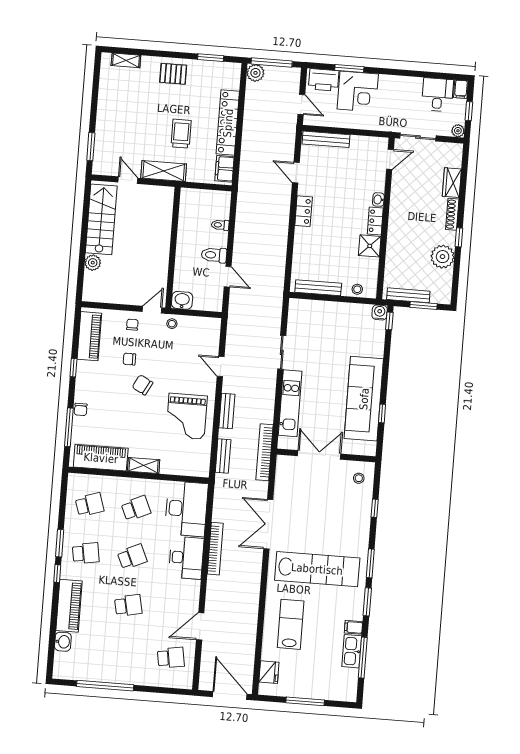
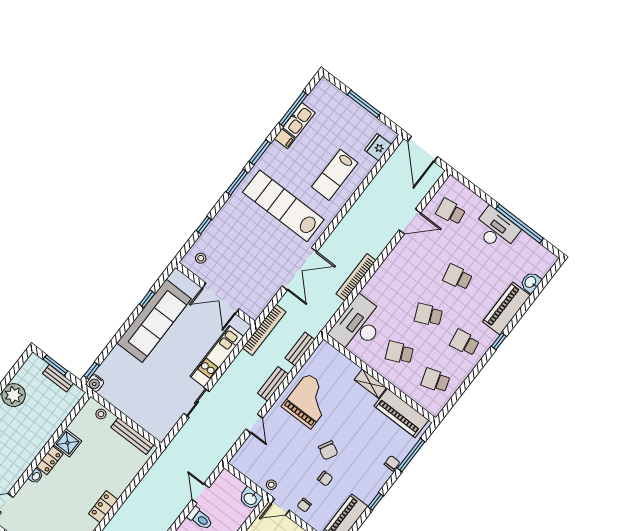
bench: (408, 295) -> (58, 378), width x0.73
window: (60, 543) -> (481, 365), removed
desk: (186, 558) -> (496, 230), moved, turned 90

